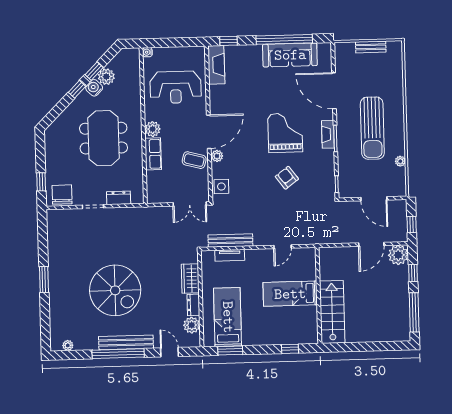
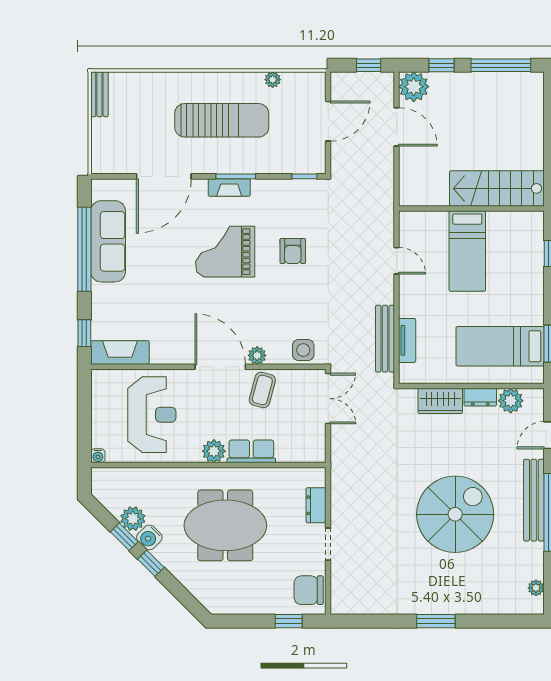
bench: (371, 47) -> (99, 94), moved
armchair: (287, 178) -> (293, 251), turned -53

